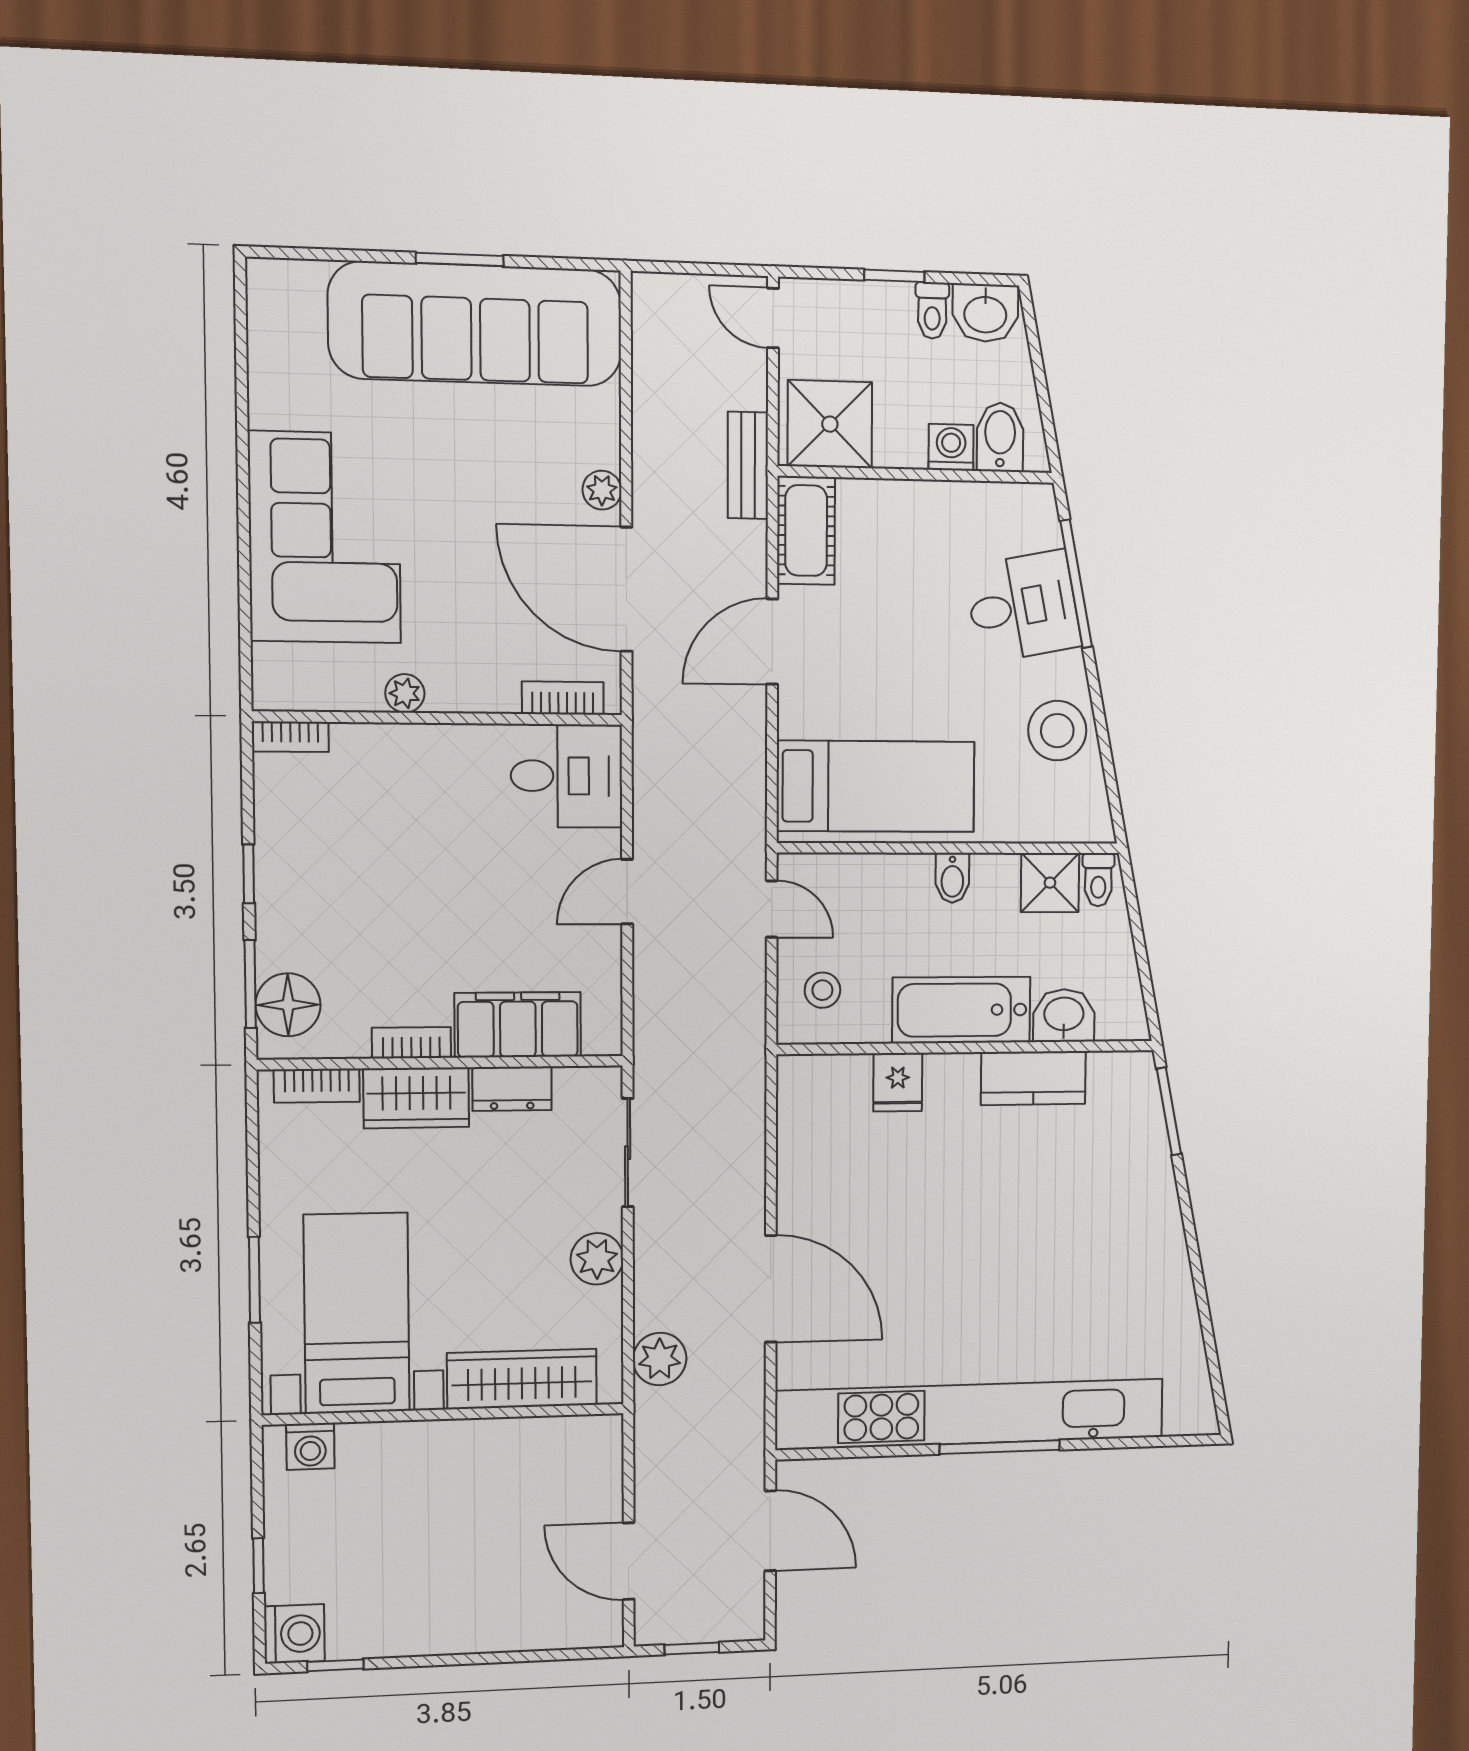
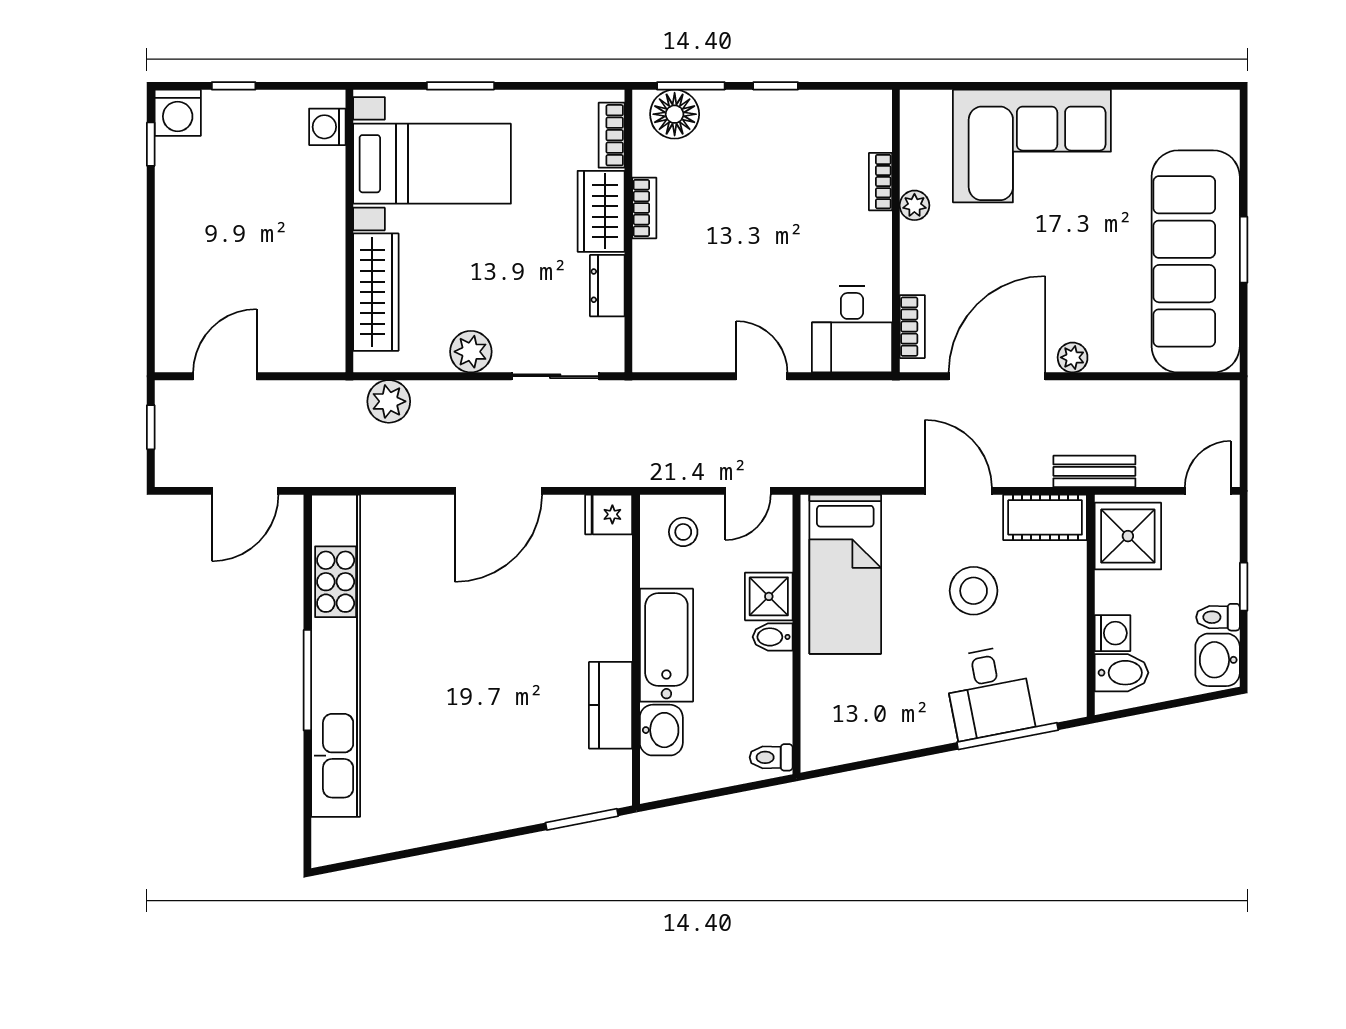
stool: (1057, 731) -> (974, 591), moved
bookcase: (290, 737) -> (881, 182), moved
shower: (1050, 883) -> (769, 596), moved
filing cabinet: (518, 1025) -> (658, 290), removed
fridge: (898, 1082) -> (609, 514), moved
door: (771, 1289) -> (498, 491), moved

